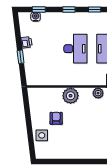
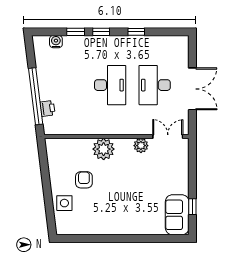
window: (39, 9) -> (76, 32), moved
printer: (26, 42) -> (47, 108), moved
window: (21, 57) -> (36, 96), width x3.17

